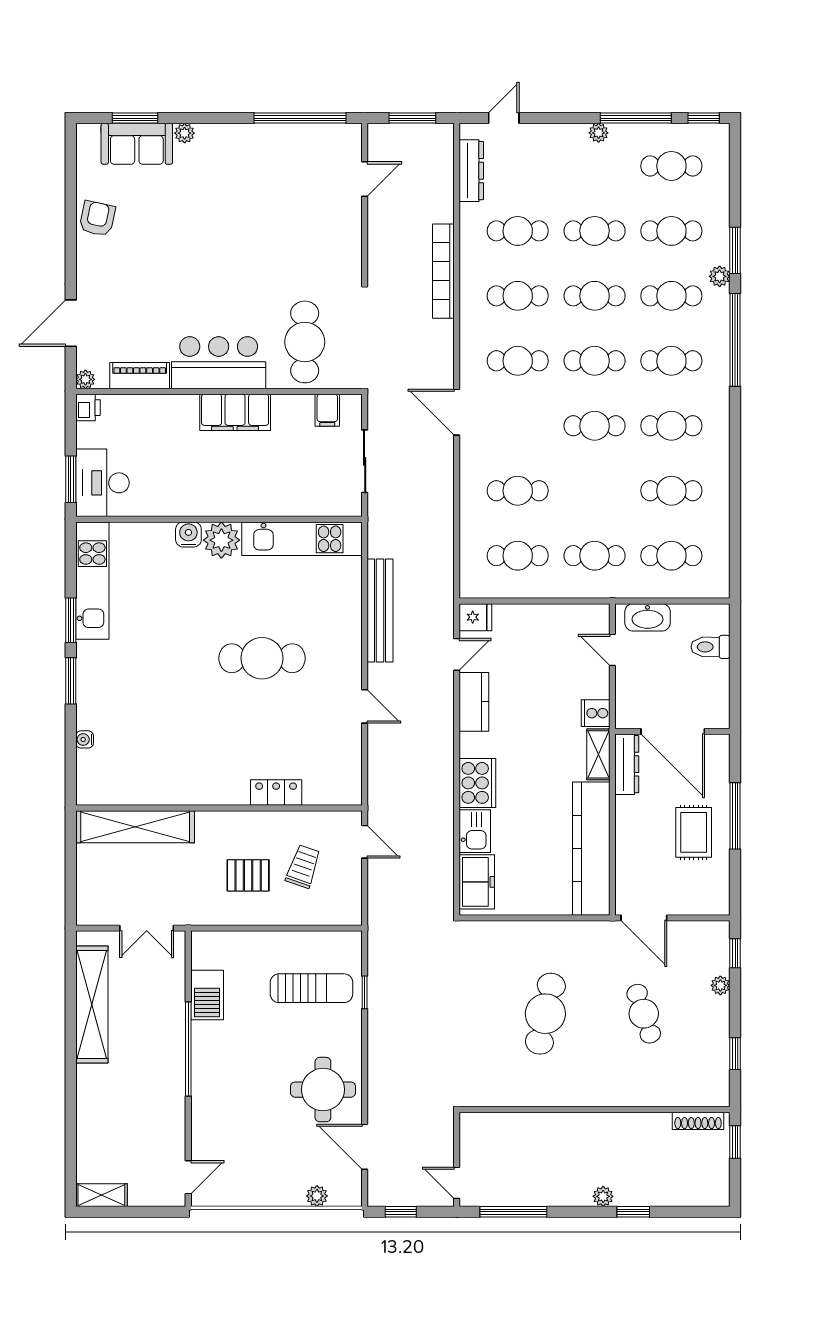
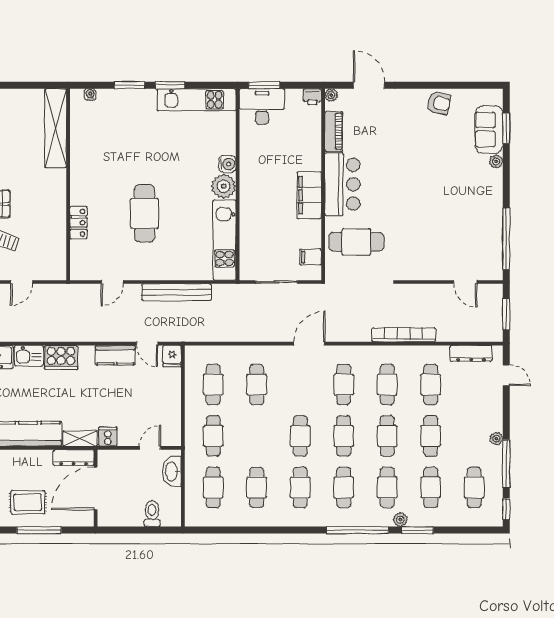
locker: (276, 793) -> (79, 223), moved
wall: (219, 808) -> (68, 184), moved
shelving: (135, 827) -> (56, 128), moved

